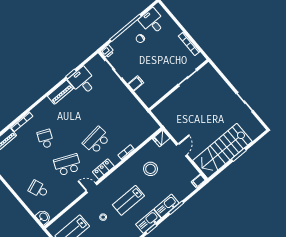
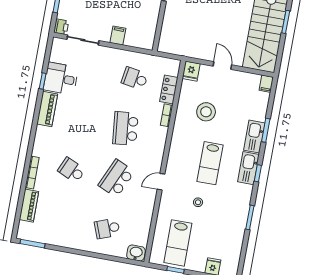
school desk: (125, 116) -> (135, 78), added
locker: (103, 169) -> (169, 90), moved

